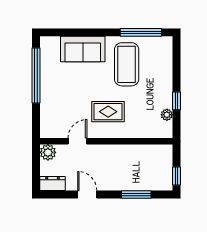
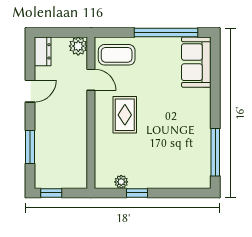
sofa: (83, 49) -> (196, 62), moved
coffee table: (127, 64) -> (117, 55), moved, width x0.73, depth x0.76

